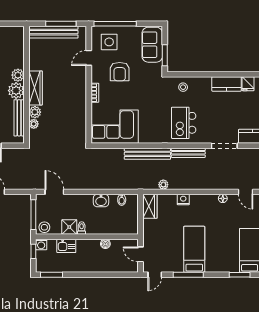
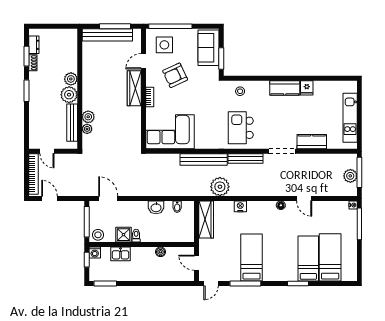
armchair: (120, 72) -> (175, 75), turned 65
wardrobe: (35, 88) -> (134, 88), moved, turned 180
plant: (163, 185) -> (220, 187), width x1.88, depth x1.88
wardrobe: (150, 206) -> (206, 220), width x1.50

